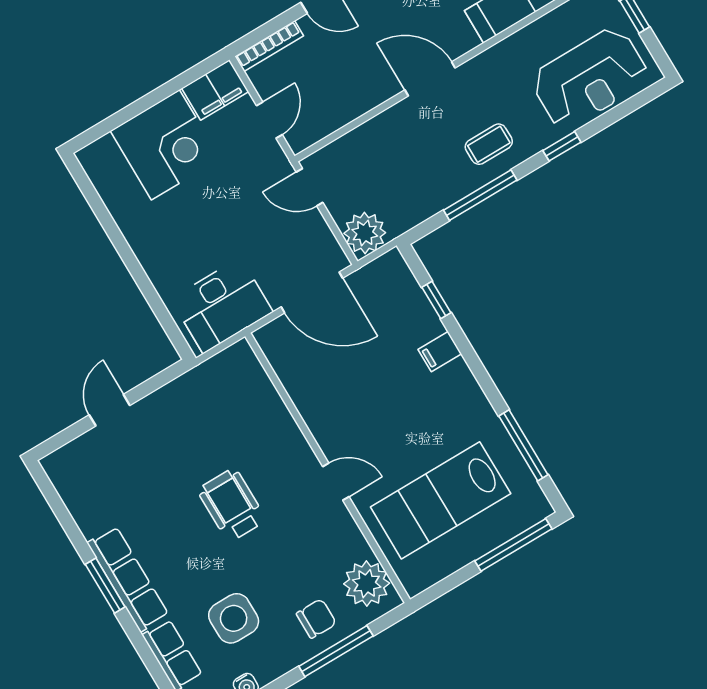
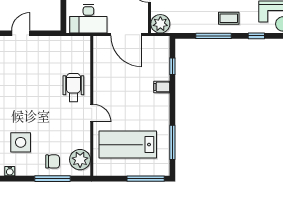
wheelchair: (232, 505) -> (73, 87), moved

